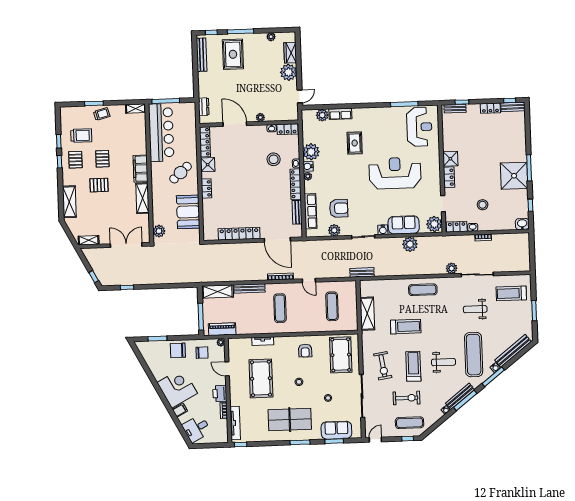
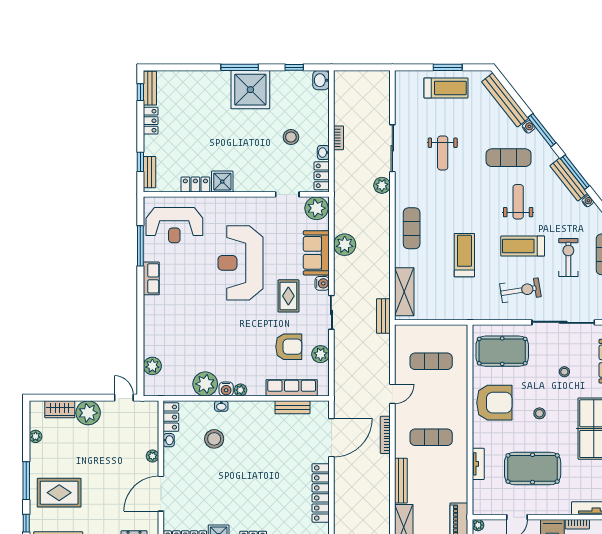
row of seats: (340, 114) -> (151, 278), moved
reception desk: (419, 127) -> (174, 225), turned 180
rug: (355, 143) -> (288, 296), moved, turned 90
locker: (449, 177) -> (195, 184), moved
locker: (296, 184) -> (251, 408), removed
armchair: (339, 208) -> (289, 347), turned 90
treadmill: (511, 293) -> (446, 88), moved, turned -90
shelving: (367, 314) -> (404, 292), moved, turned 90
armchair: (305, 351) -> (494, 403), width x1.88, depth x1.88
exercise mat: (474, 355) -> (509, 158), width x0.73, depth x0.69

